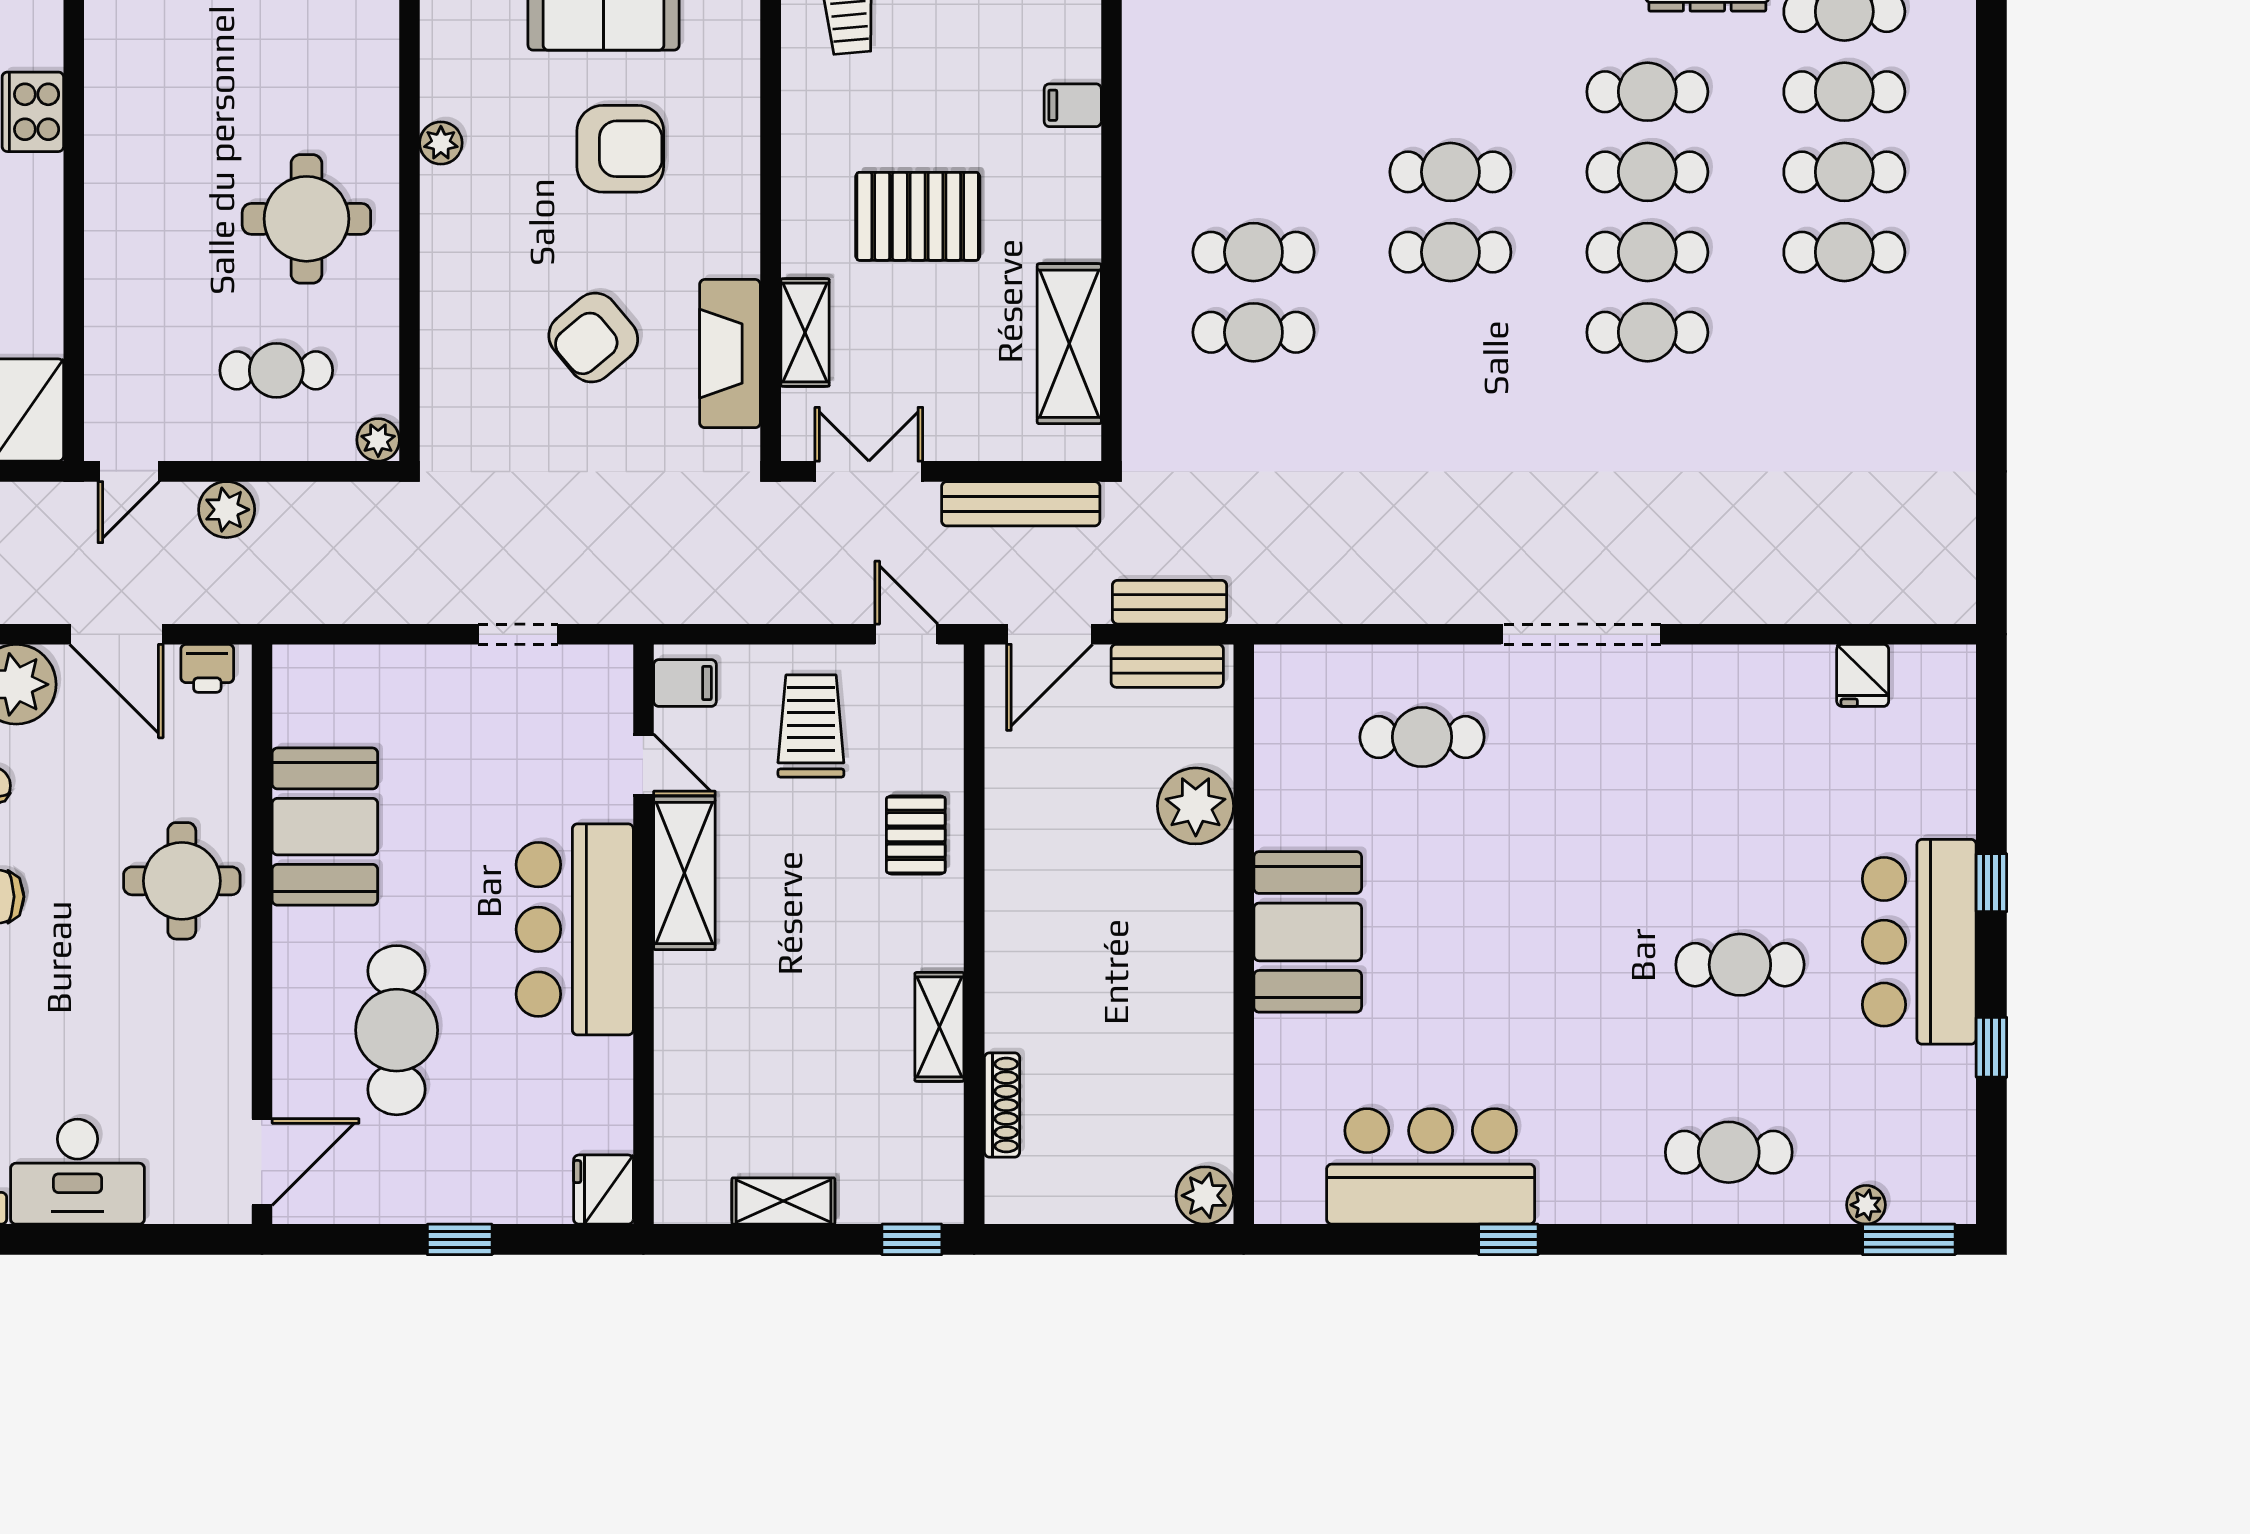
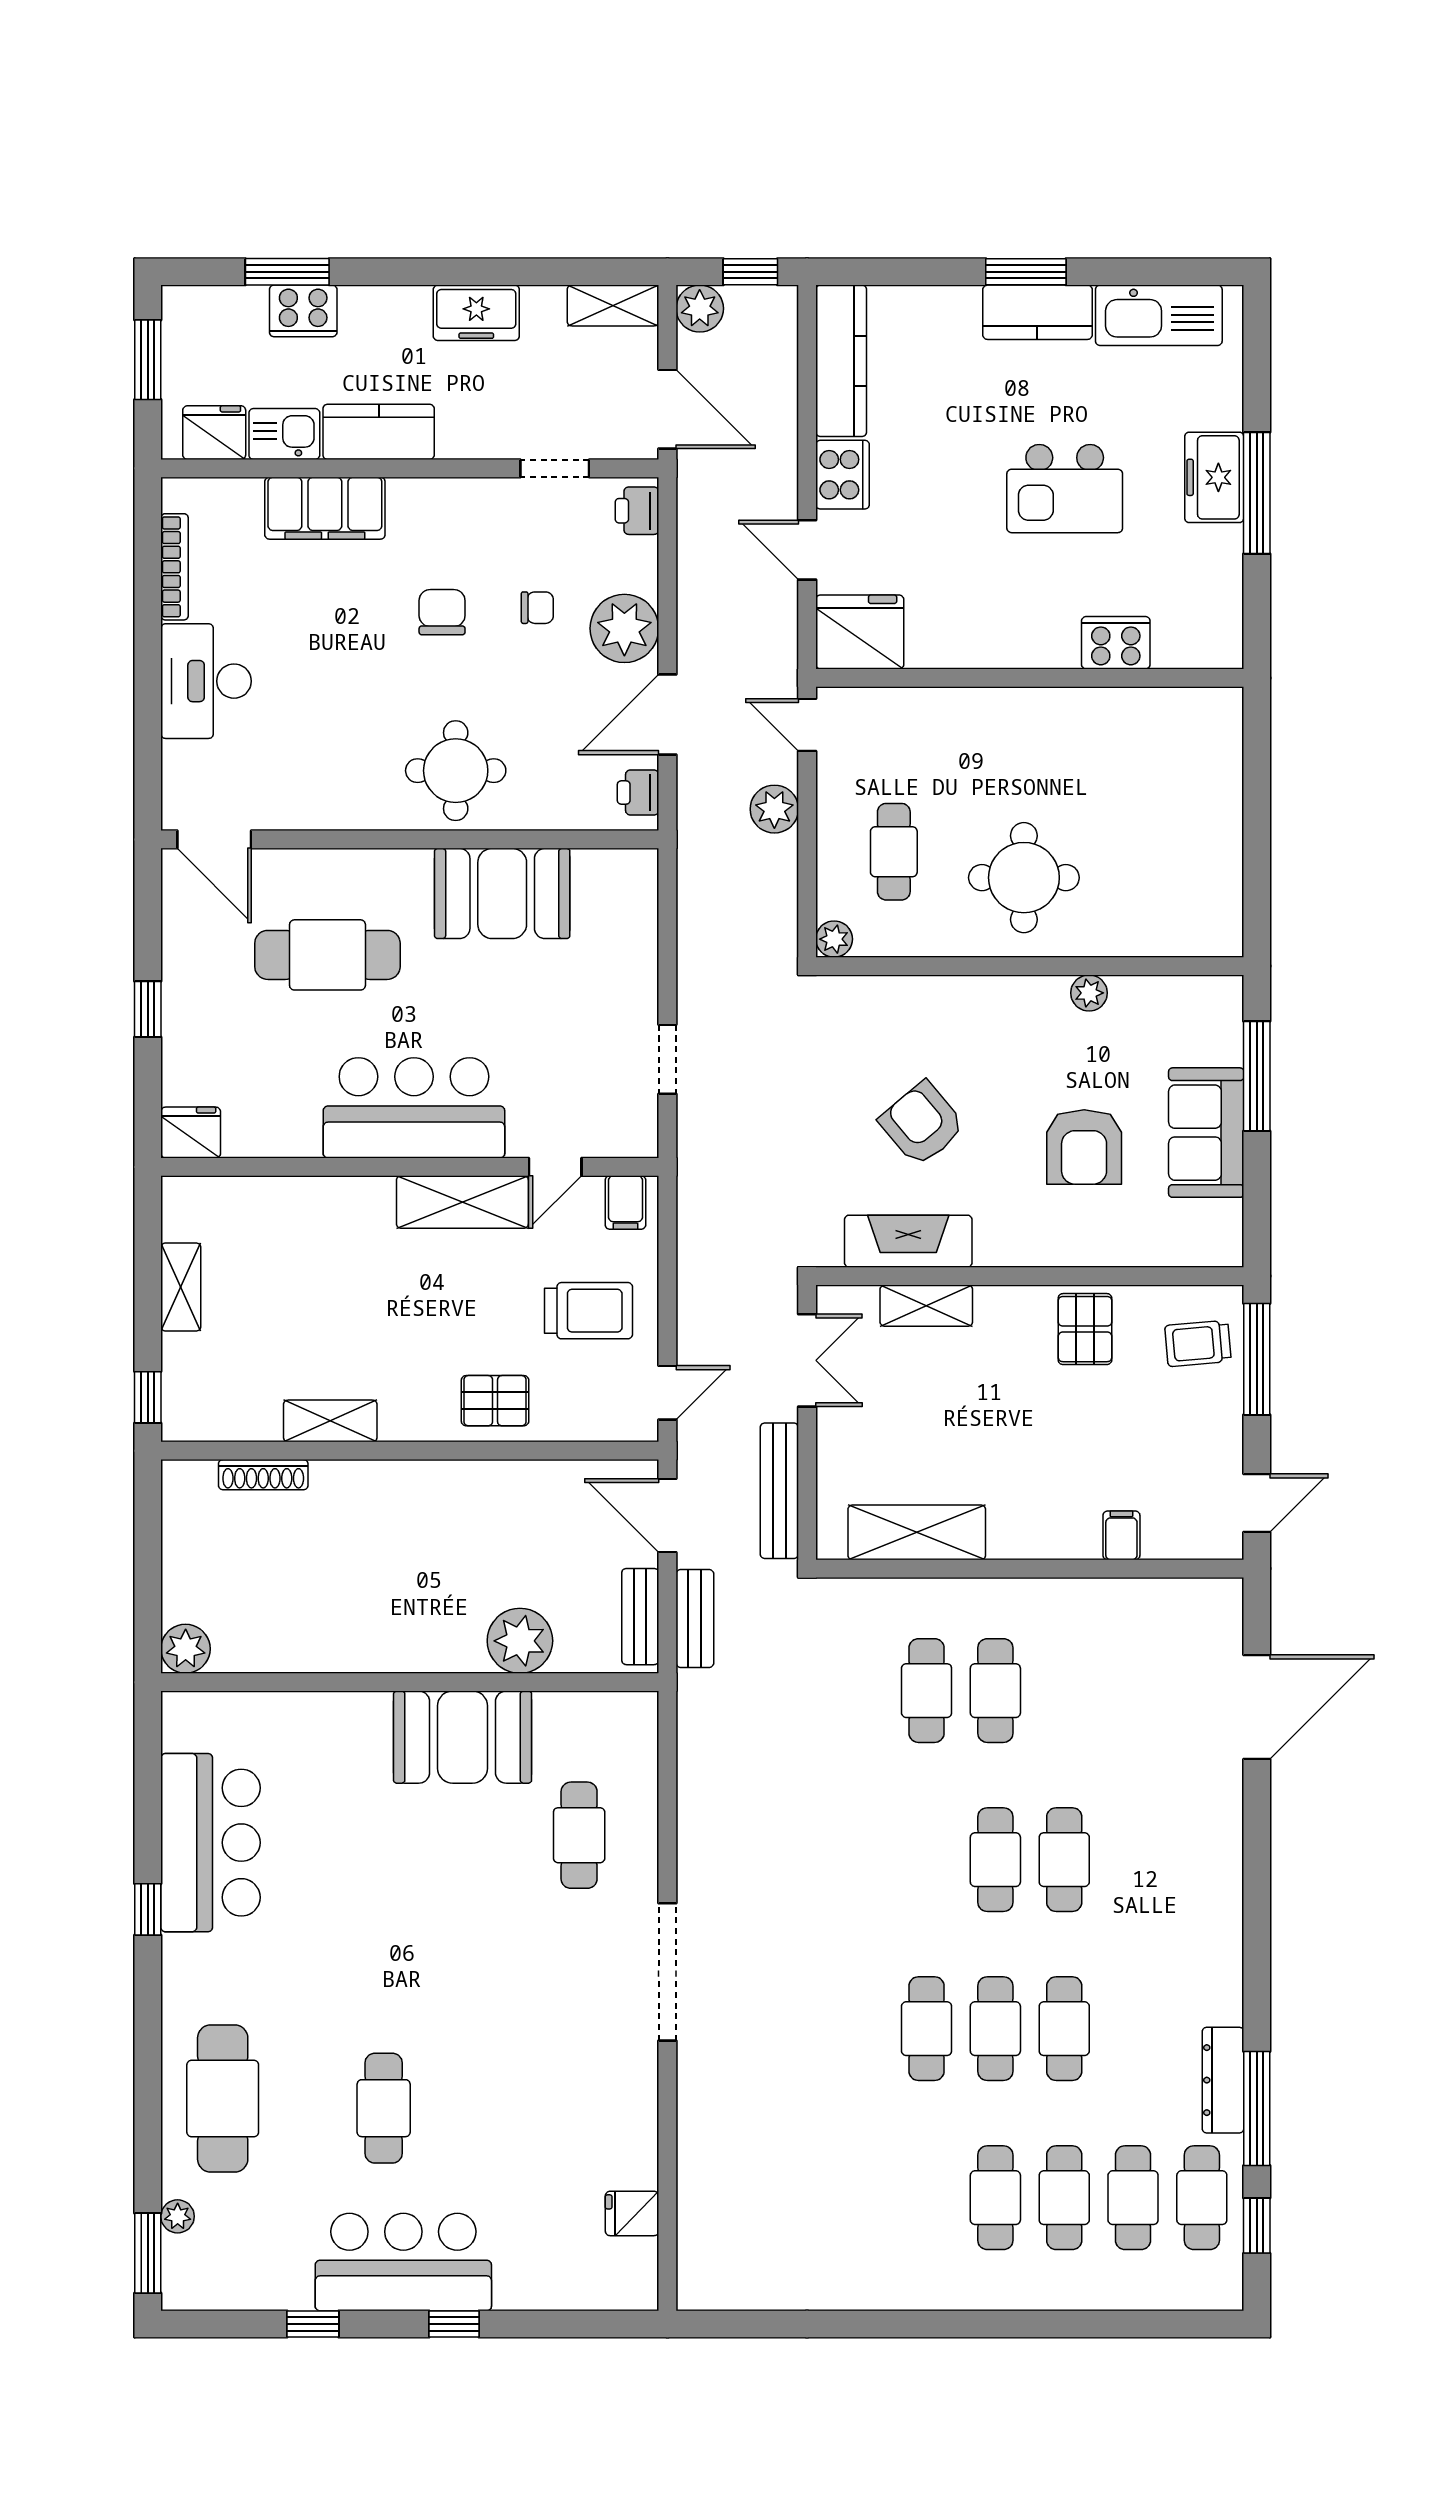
cafe table: (1647, 92) -> (1133, 2029), removed
pallet: (918, 216) -> (1085, 1329), moved, width x0.67, depth x0.71
booth: (1308, 932) -> (463, 1737), moved
cafe table: (1729, 1152) -> (223, 2099), width x1.37, depth x1.35

